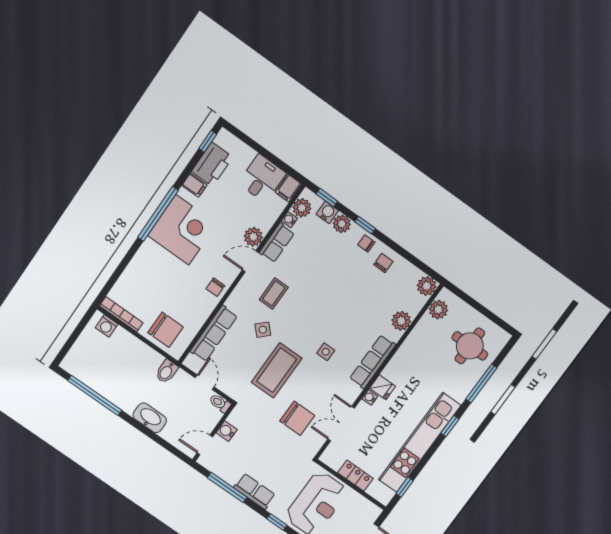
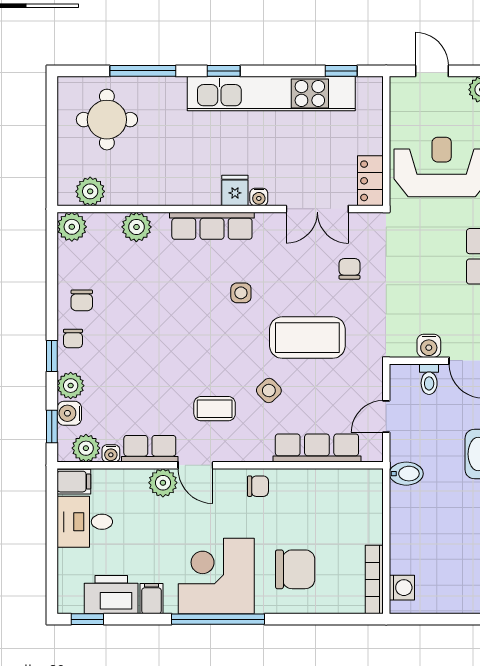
chair: (383, 263) -> (82, 300), turned -90
chair: (166, 330) -> (295, 569), moved, turned 90
toilet: (220, 403) -> (429, 379), moved
chair: (297, 418) -> (349, 269), width x0.54, depth x0.54
locker: (355, 476) -> (370, 181), moved

